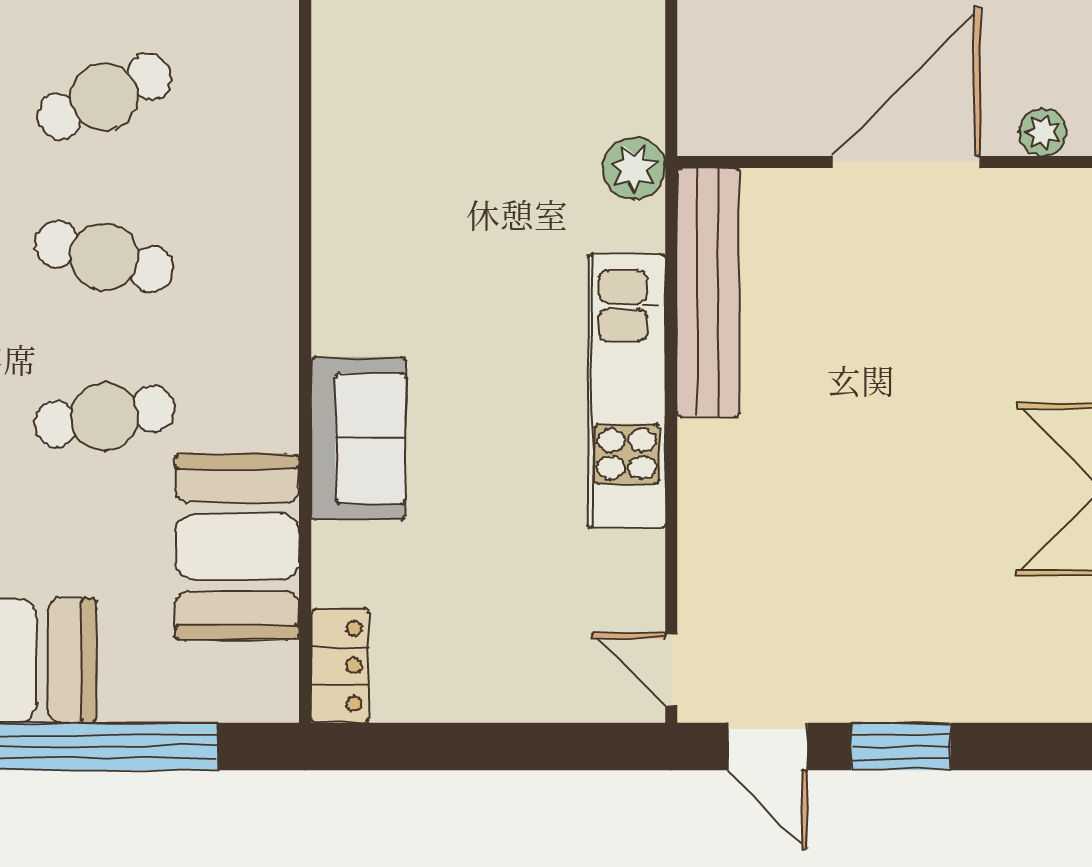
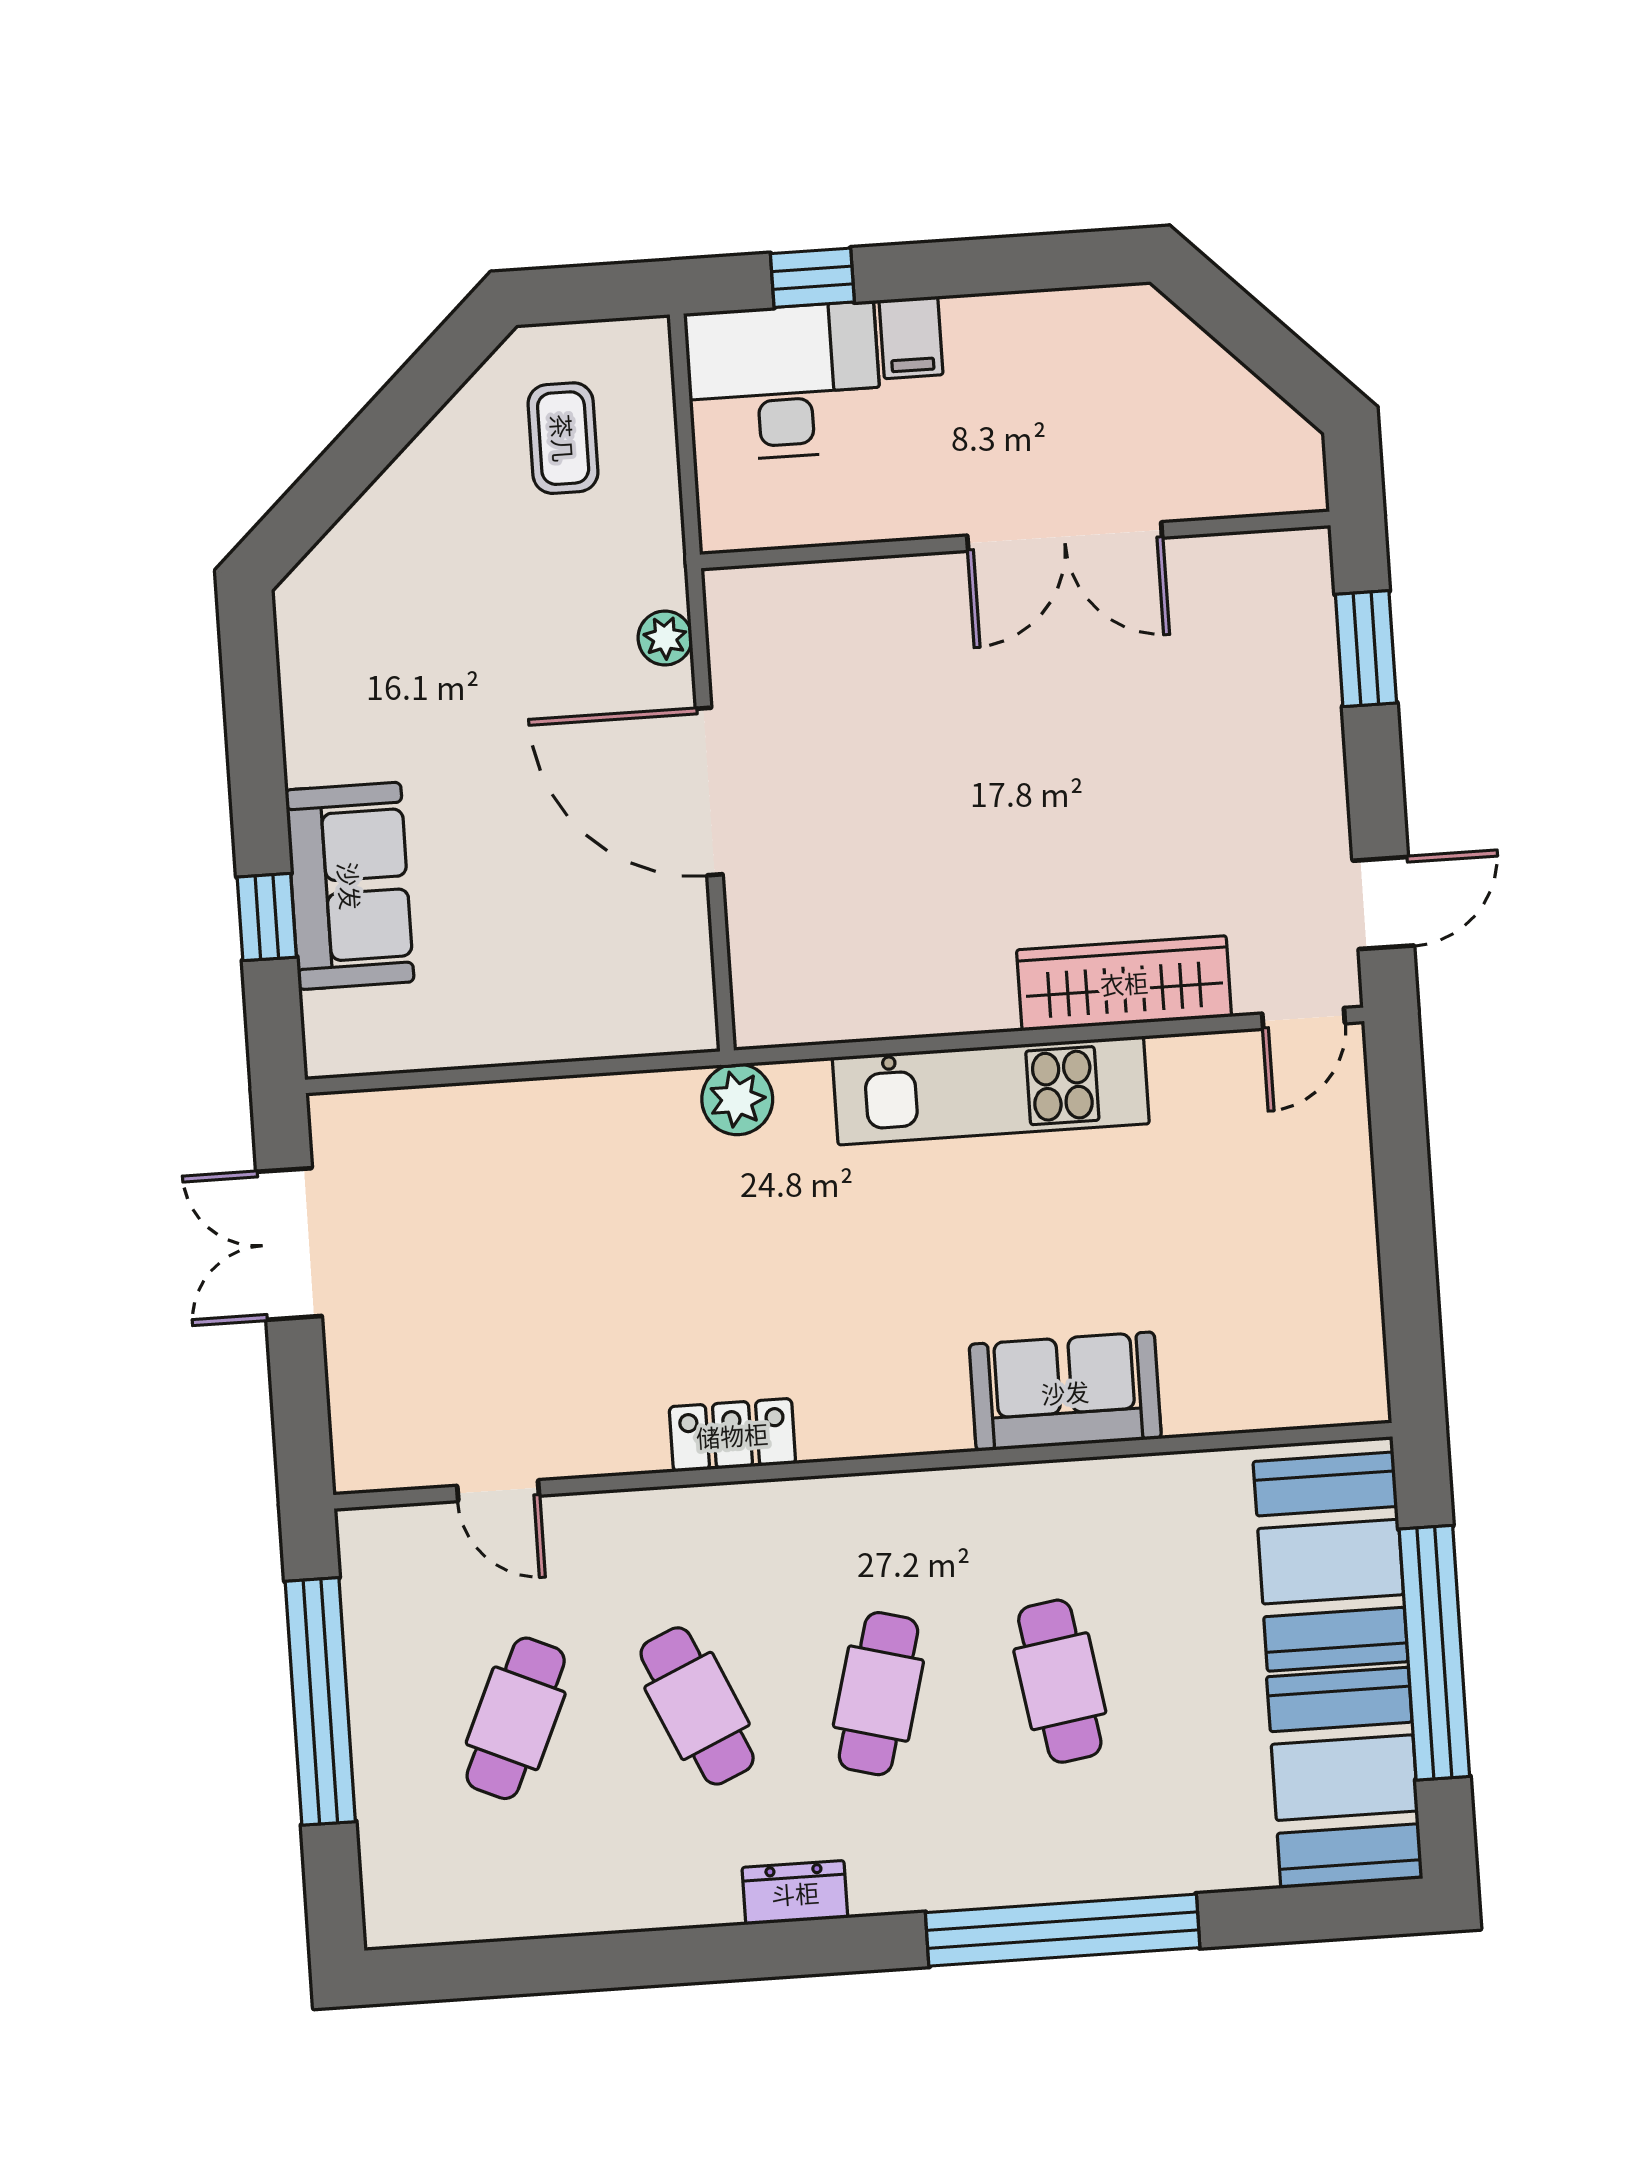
bench: (708, 293) -> (873, 1006), removed
wardrobe: (713, 514) -> (1124, 983), added
booth: (237, 547) -> (1331, 1562), moved, turned 90
locker: (340, 666) -> (732, 1435), moved
window: (901, 747) -> (1366, 649), moved

